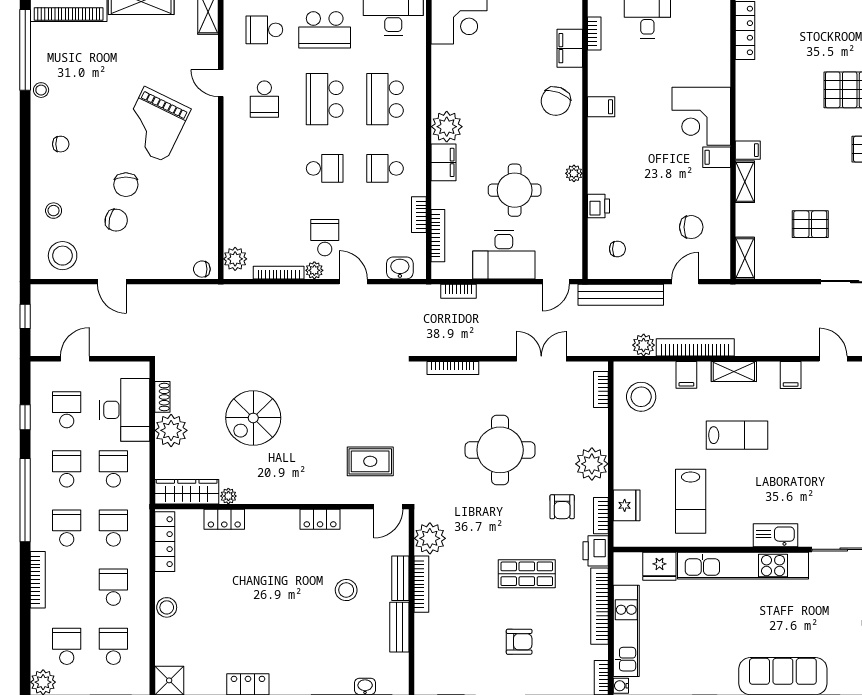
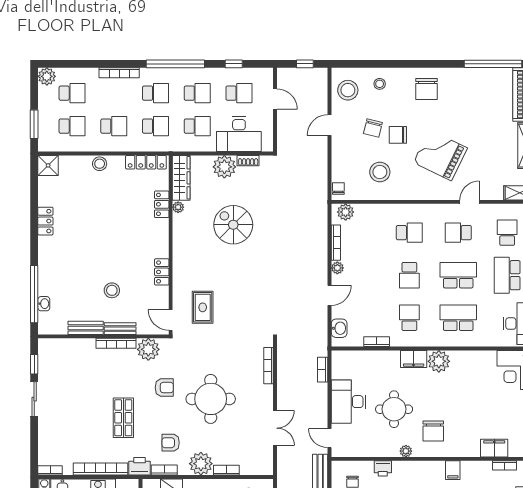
stool: (41, 90) -> (380, 172), moved, width x1.89, depth x1.89
chair: (556, 101) -> (433, 431), moved, turned -111
chair: (61, 144) -> (427, 89), width x1.87, depth x1.87
bookcase: (438, 236) -> (362, 355), removed
school desk: (325, 238) -> (409, 233), moved
bookcase: (601, 390) -> (226, 470), moved
armchair: (519, 642) -> (164, 388), moved, turned -90

